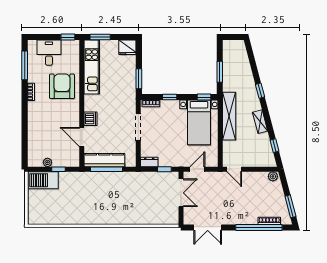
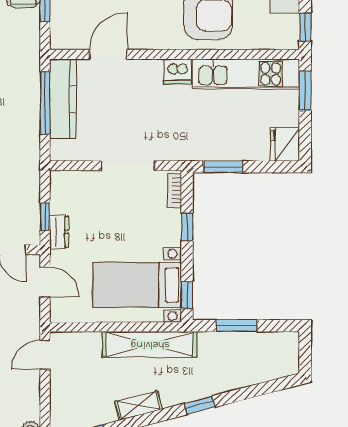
dishwasher: (90, 119) -> (177, 71), moved
dresser: (149, 162) -> (59, 232), moved

